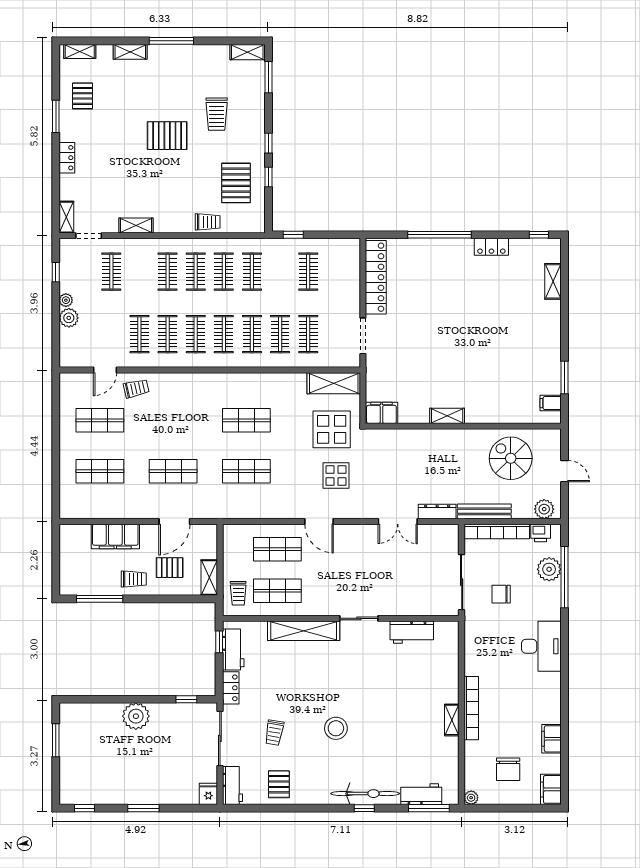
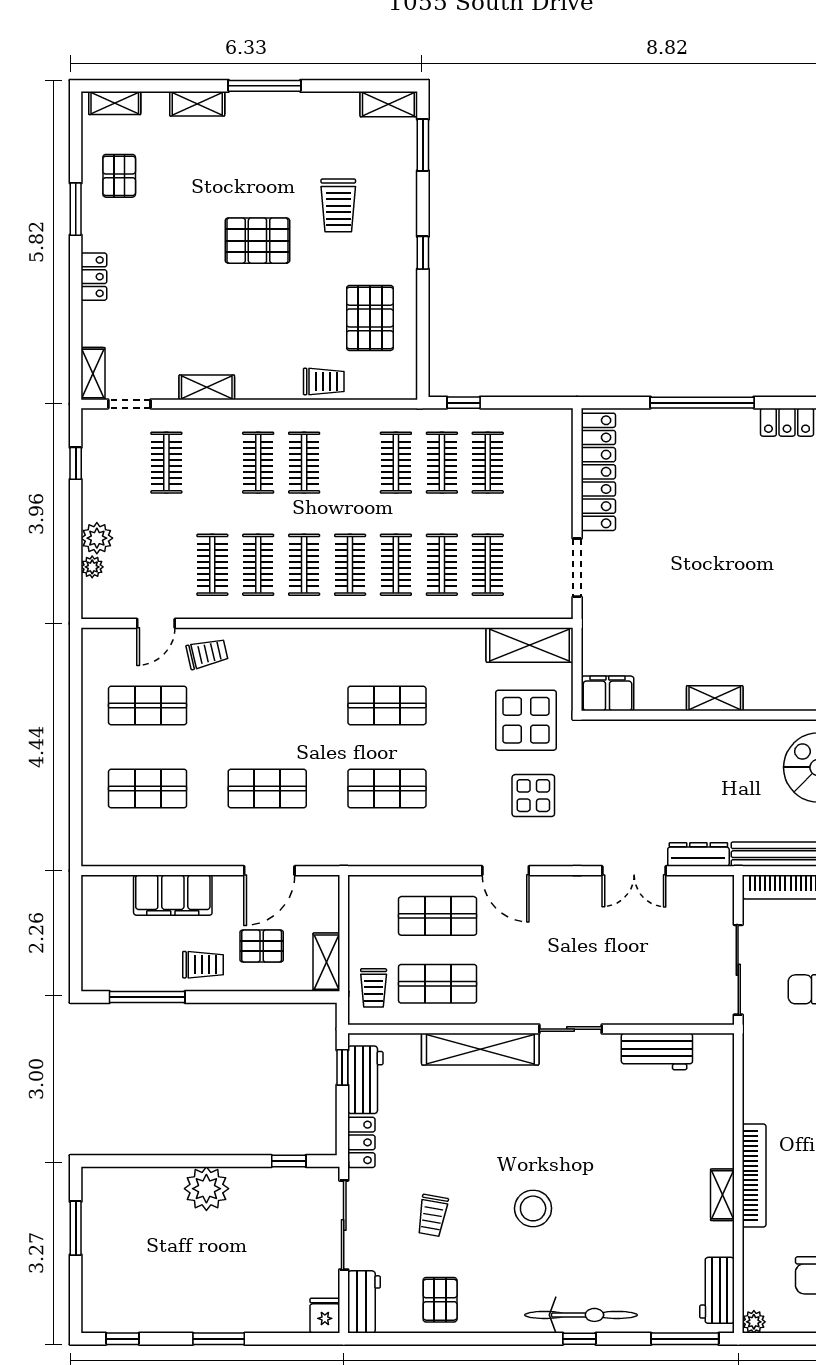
window: (268, 177) -> (423, 308), removed
clothes rail: (224, 272) -> (442, 463), moved
plant: (66, 300) -> (92, 567), moved
workbench: (421, 794) -> (717, 1290), moved, turned -90

